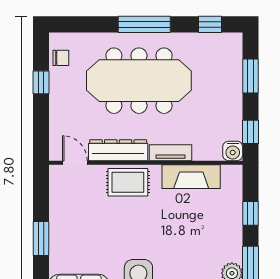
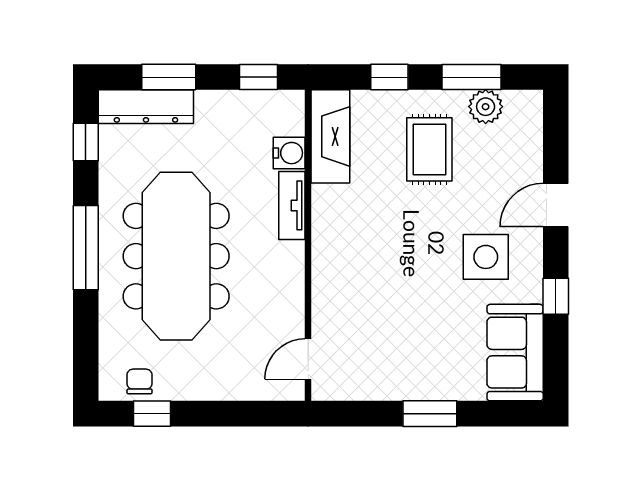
window: (41, 82) -> (152, 414), moved
dresser: (118, 150) -> (146, 107), moved, turned -90
water cooler: (233, 151) -> (289, 153), moved
fireplace: (191, 177) -> (330, 136), moved
rug: (128, 182) -> (429, 149), moved

